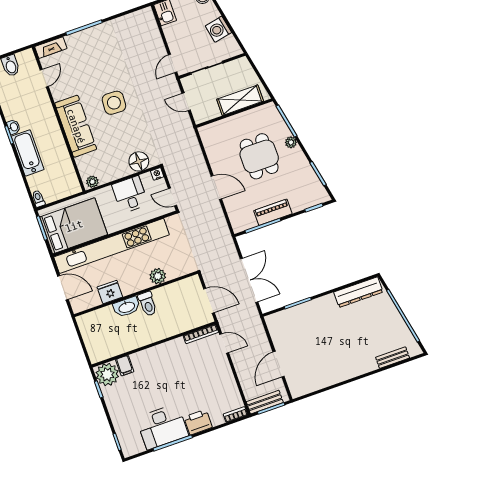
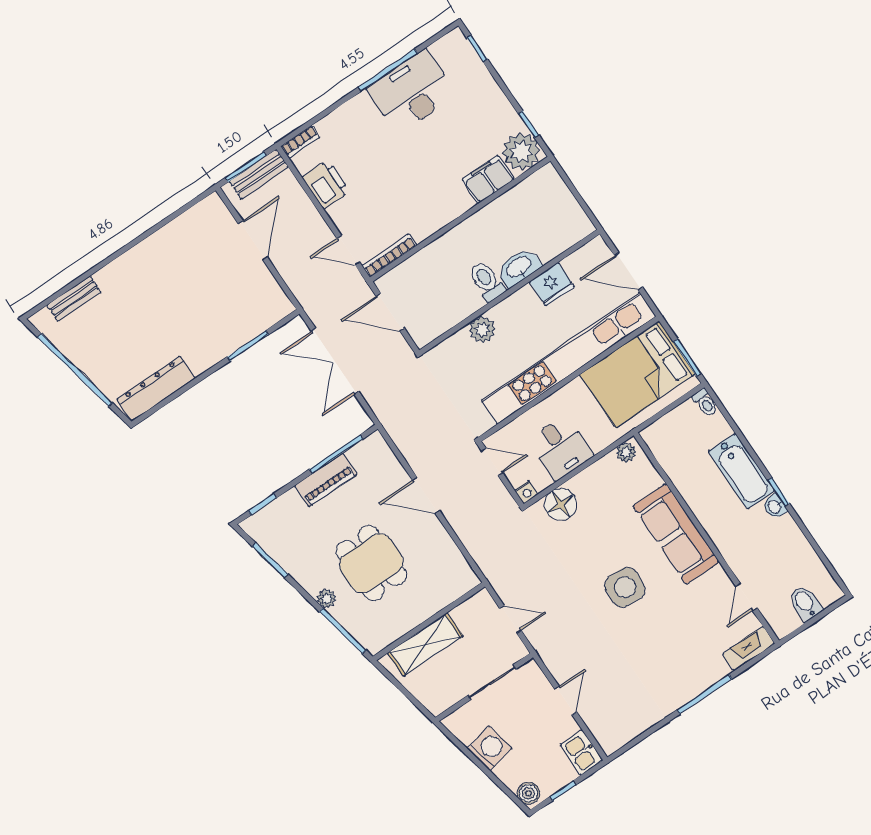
door: (173, 63) -> (566, 700), moved
filing cabinet: (125, 366) -> (488, 179), width x2.00
printer: (198, 422) -> (326, 184), moved, turned -90

